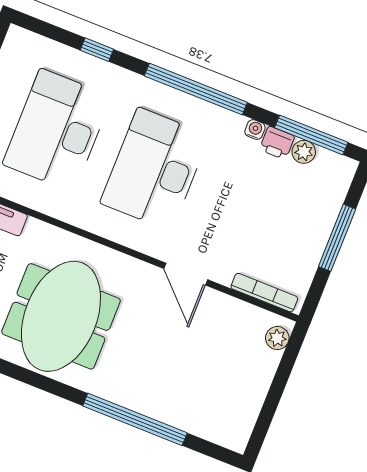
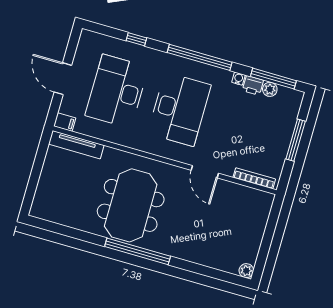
desk: (155, 169) -> (179, 109), turned 180
plant: (277, 338) -> (246, 271), moved
window: (135, 419) -> (138, 251), moved

